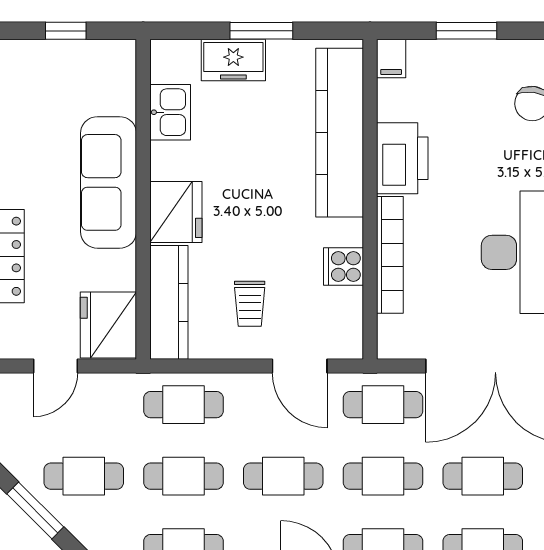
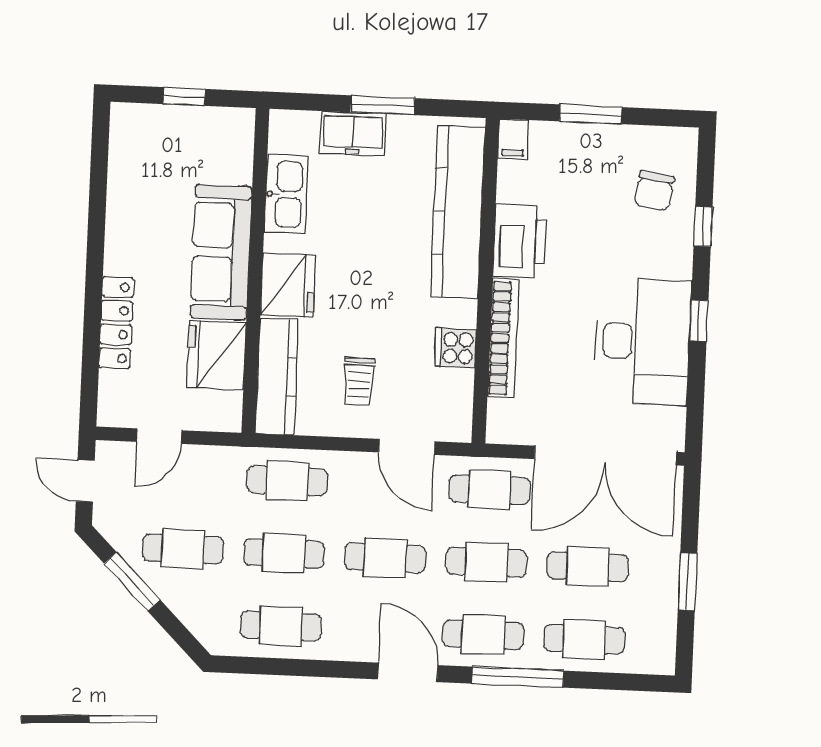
kitchen sink: (170, 112) -> (286, 194), width x1.38
fridge: (108, 325) -> (216, 355), moved

